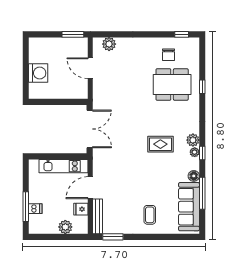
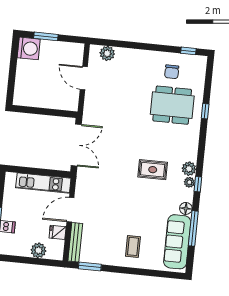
window: (73, 34) -> (46, 36), moved
washing machine: (38, 73) -> (29, 48), moved

